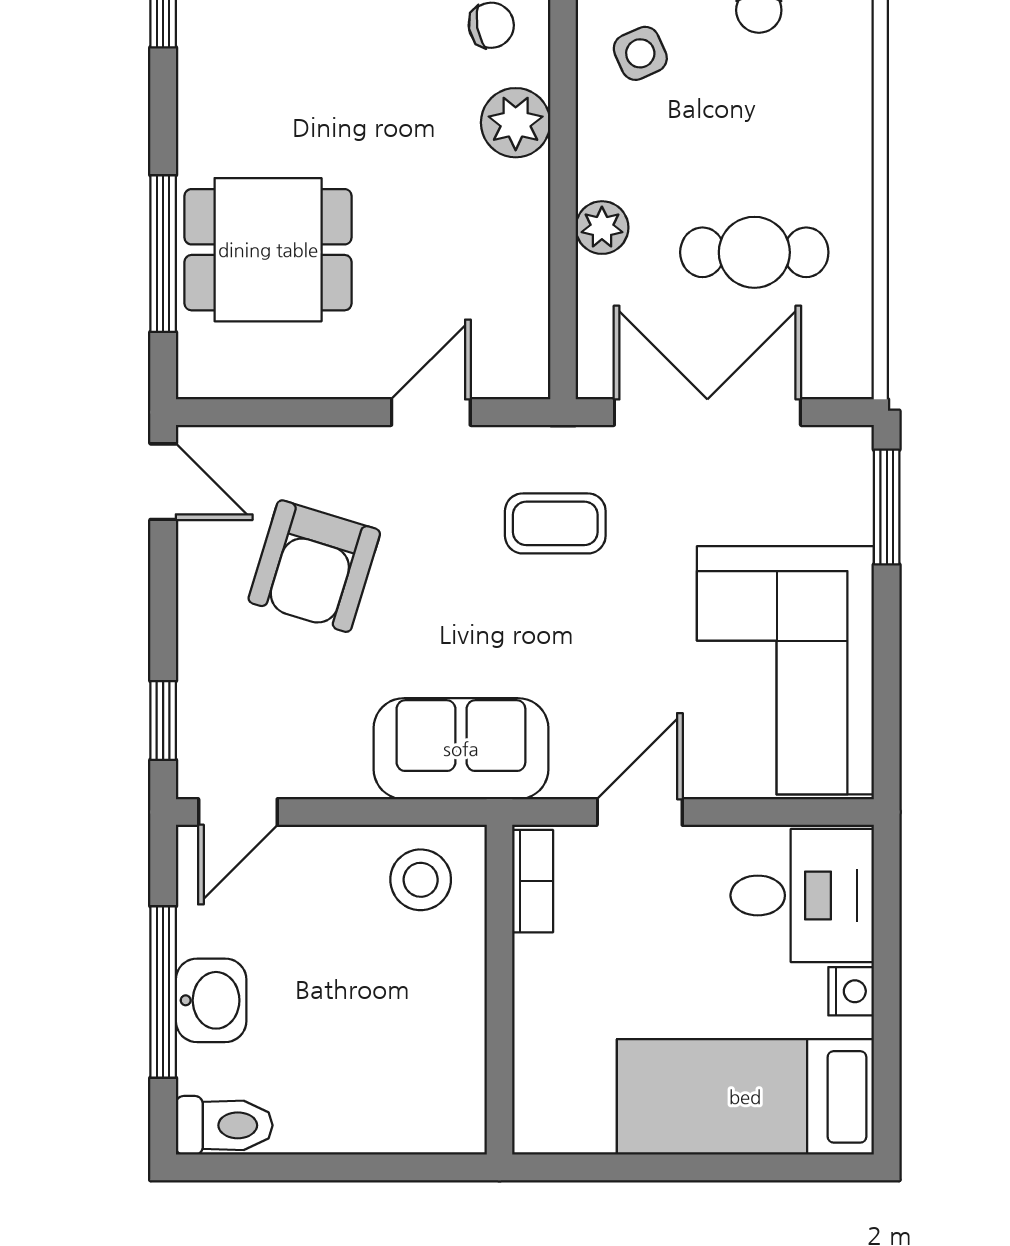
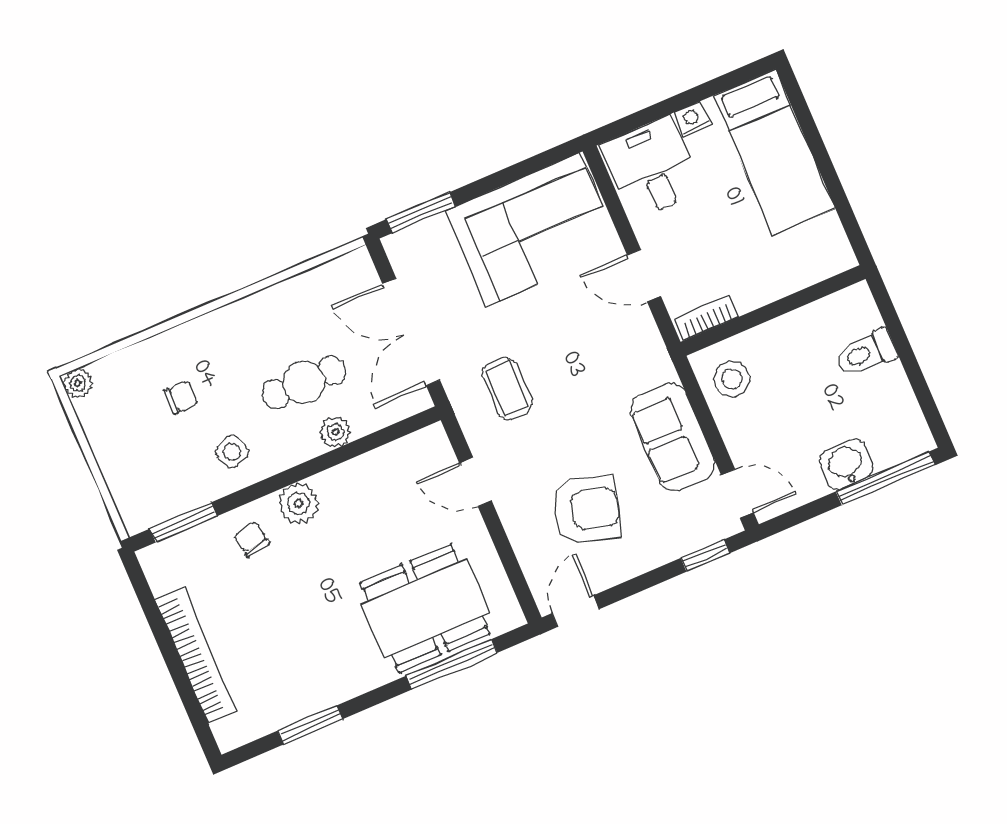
dining table: (268, 250) -> (425, 608), width x1.38
cafe table: (754, 252) -> (304, 382), moved, turned 90
sofa: (461, 749) -> (673, 437), moved
window: (163, 992) -> (885, 478), moved
toilet: (224, 1125) -> (866, 353), moved, turned -90

